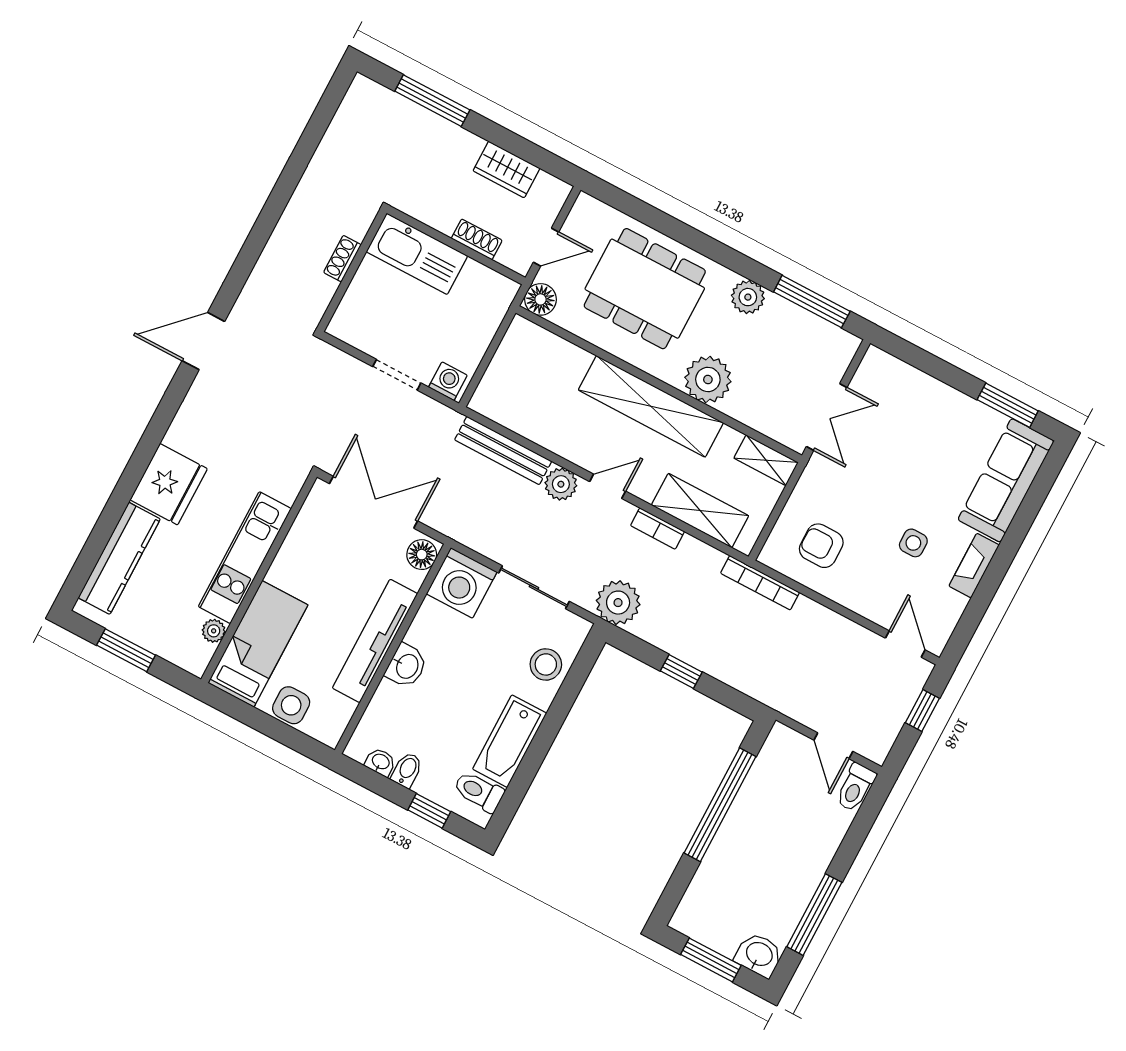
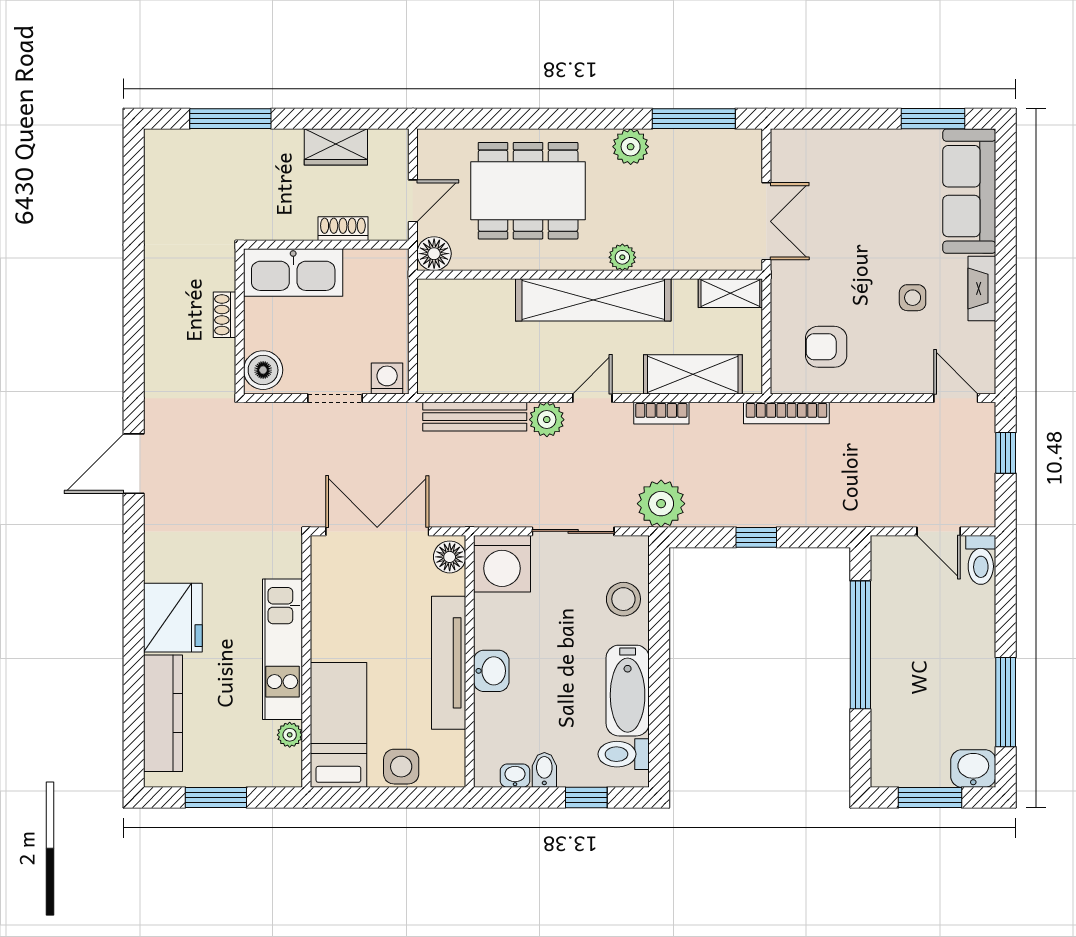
boiler: (350, 321) -> (263, 370), added
plant: (708, 379) -> (622, 257), width x0.53, depth x0.53

